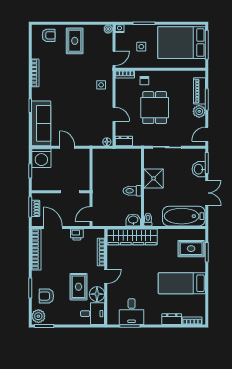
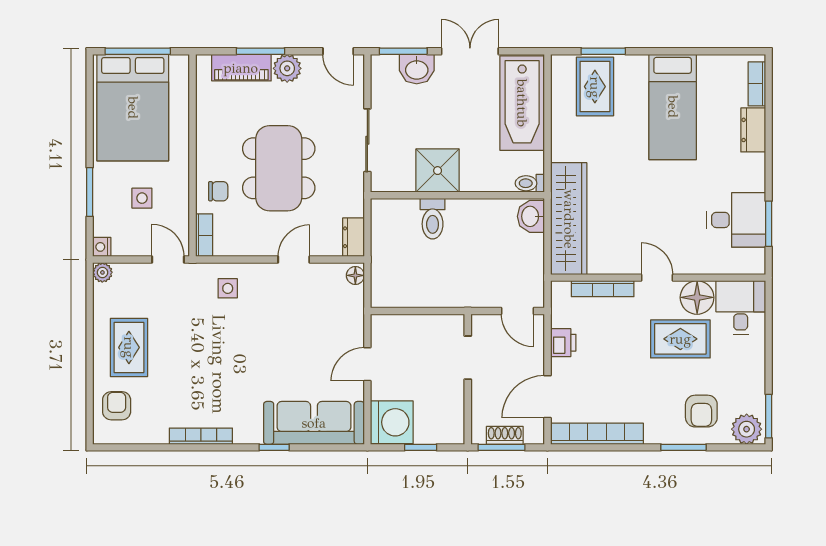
rug: (75, 41) -> (129, 347), turned 90
dining table: (155, 108) -> (279, 168), width x1.38
toilet: (132, 191) -> (433, 219), moved

